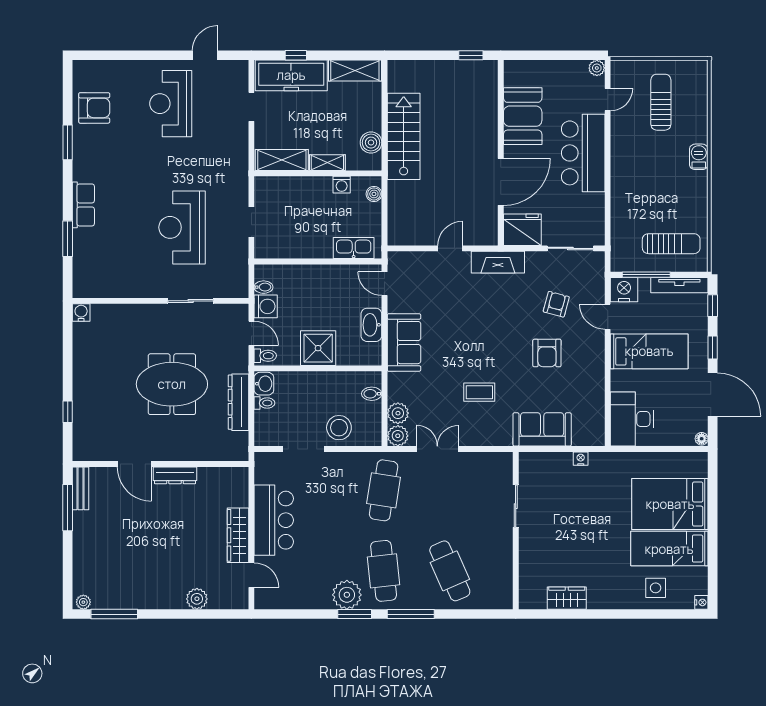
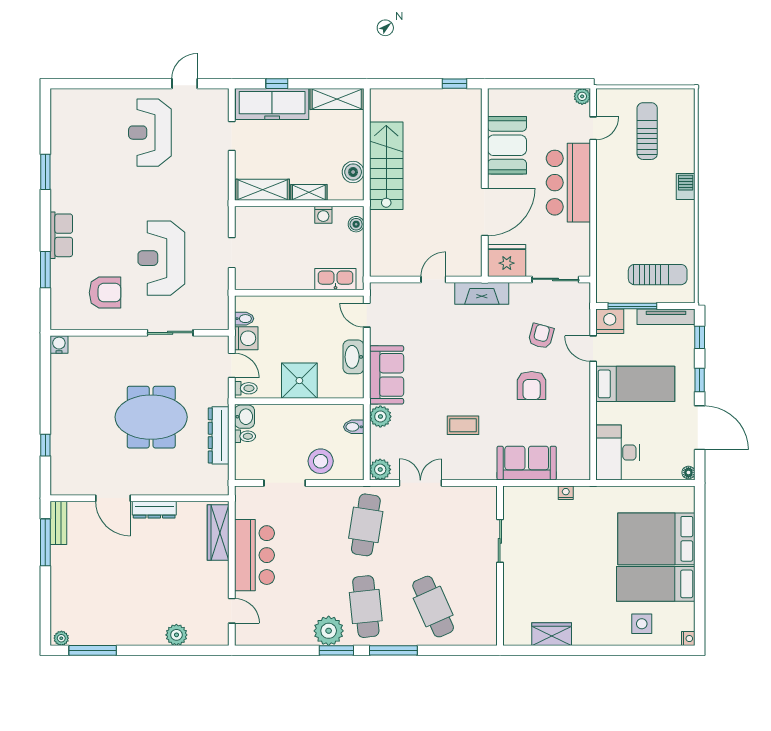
armchair: (94, 108) -> (105, 293), moved
plant: (398, 413) -> (380, 416), moved
wardrobe: (238, 535) -> (218, 533), moved

